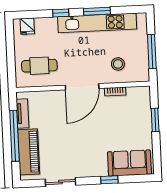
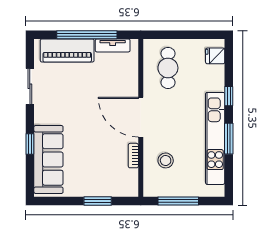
sofa: (129, 163) -> (48, 159), width x1.36

